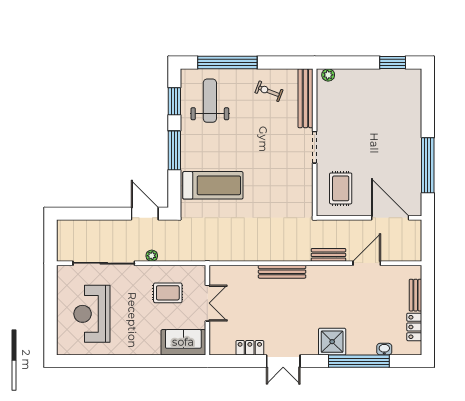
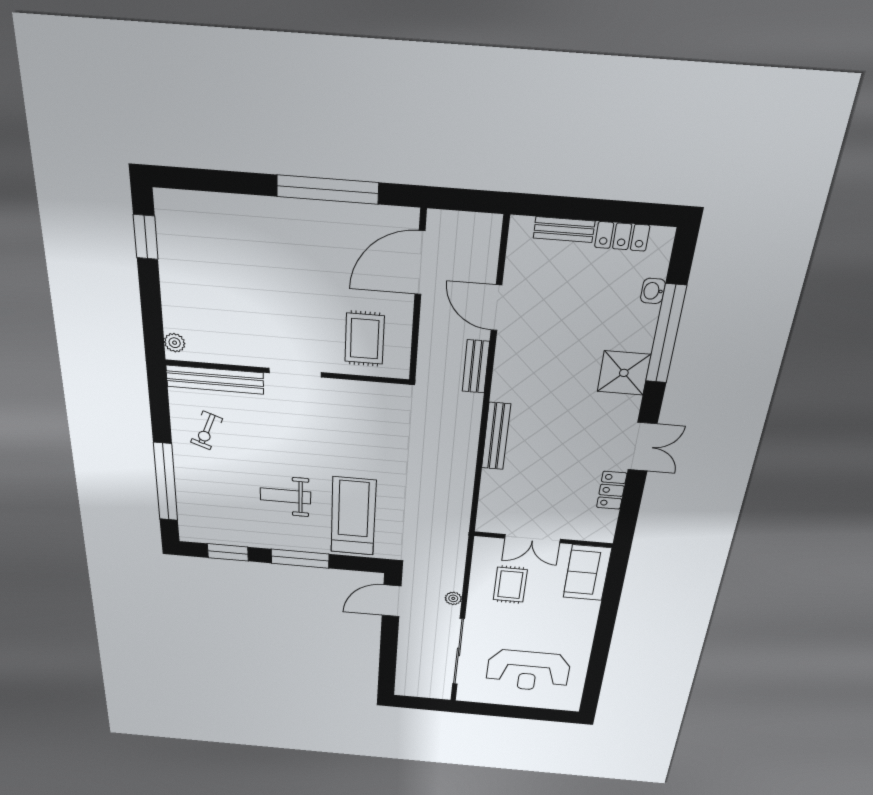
weight bench: (210, 101) -> (285, 496), moved, width x0.73, depth x0.75
rug: (341, 188) -> (365, 339), turned 90
double door: (207, 303) -> (532, 539), swing flipped

